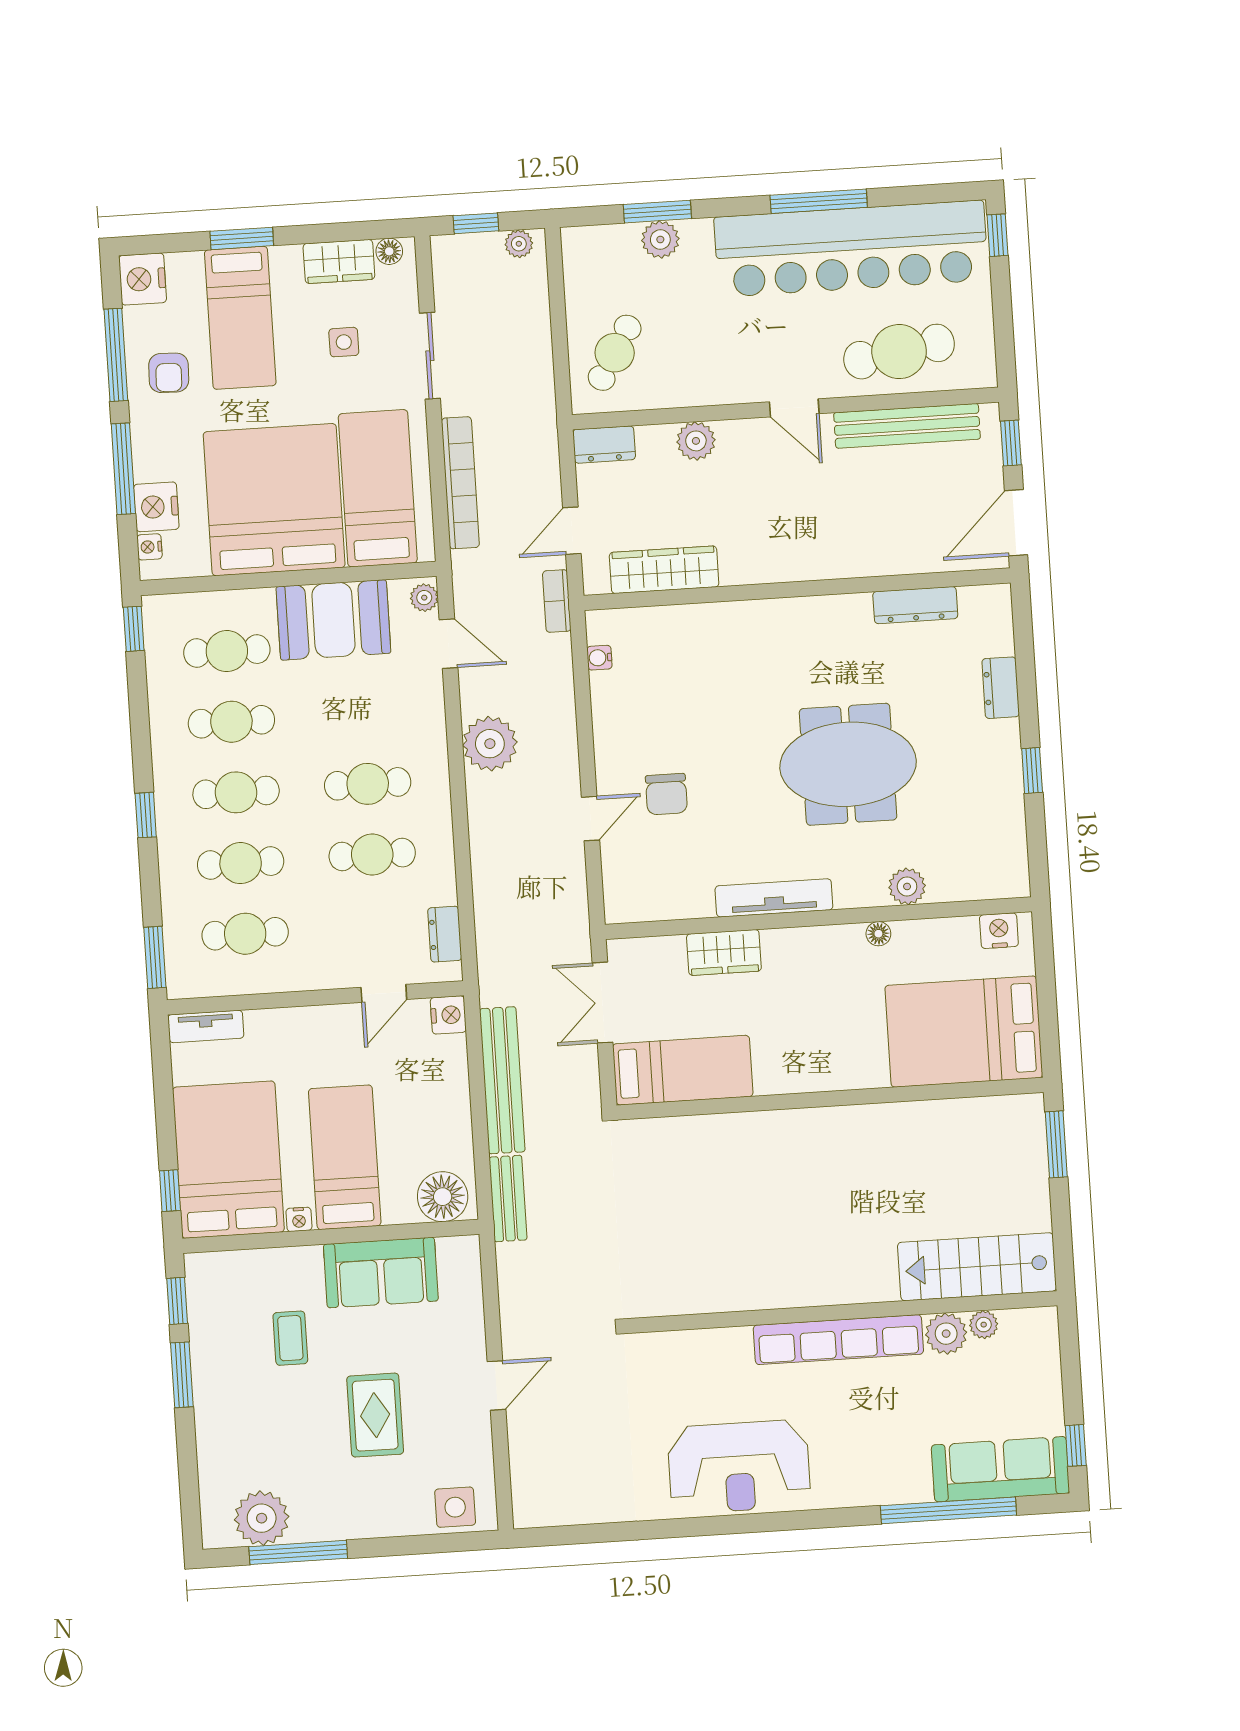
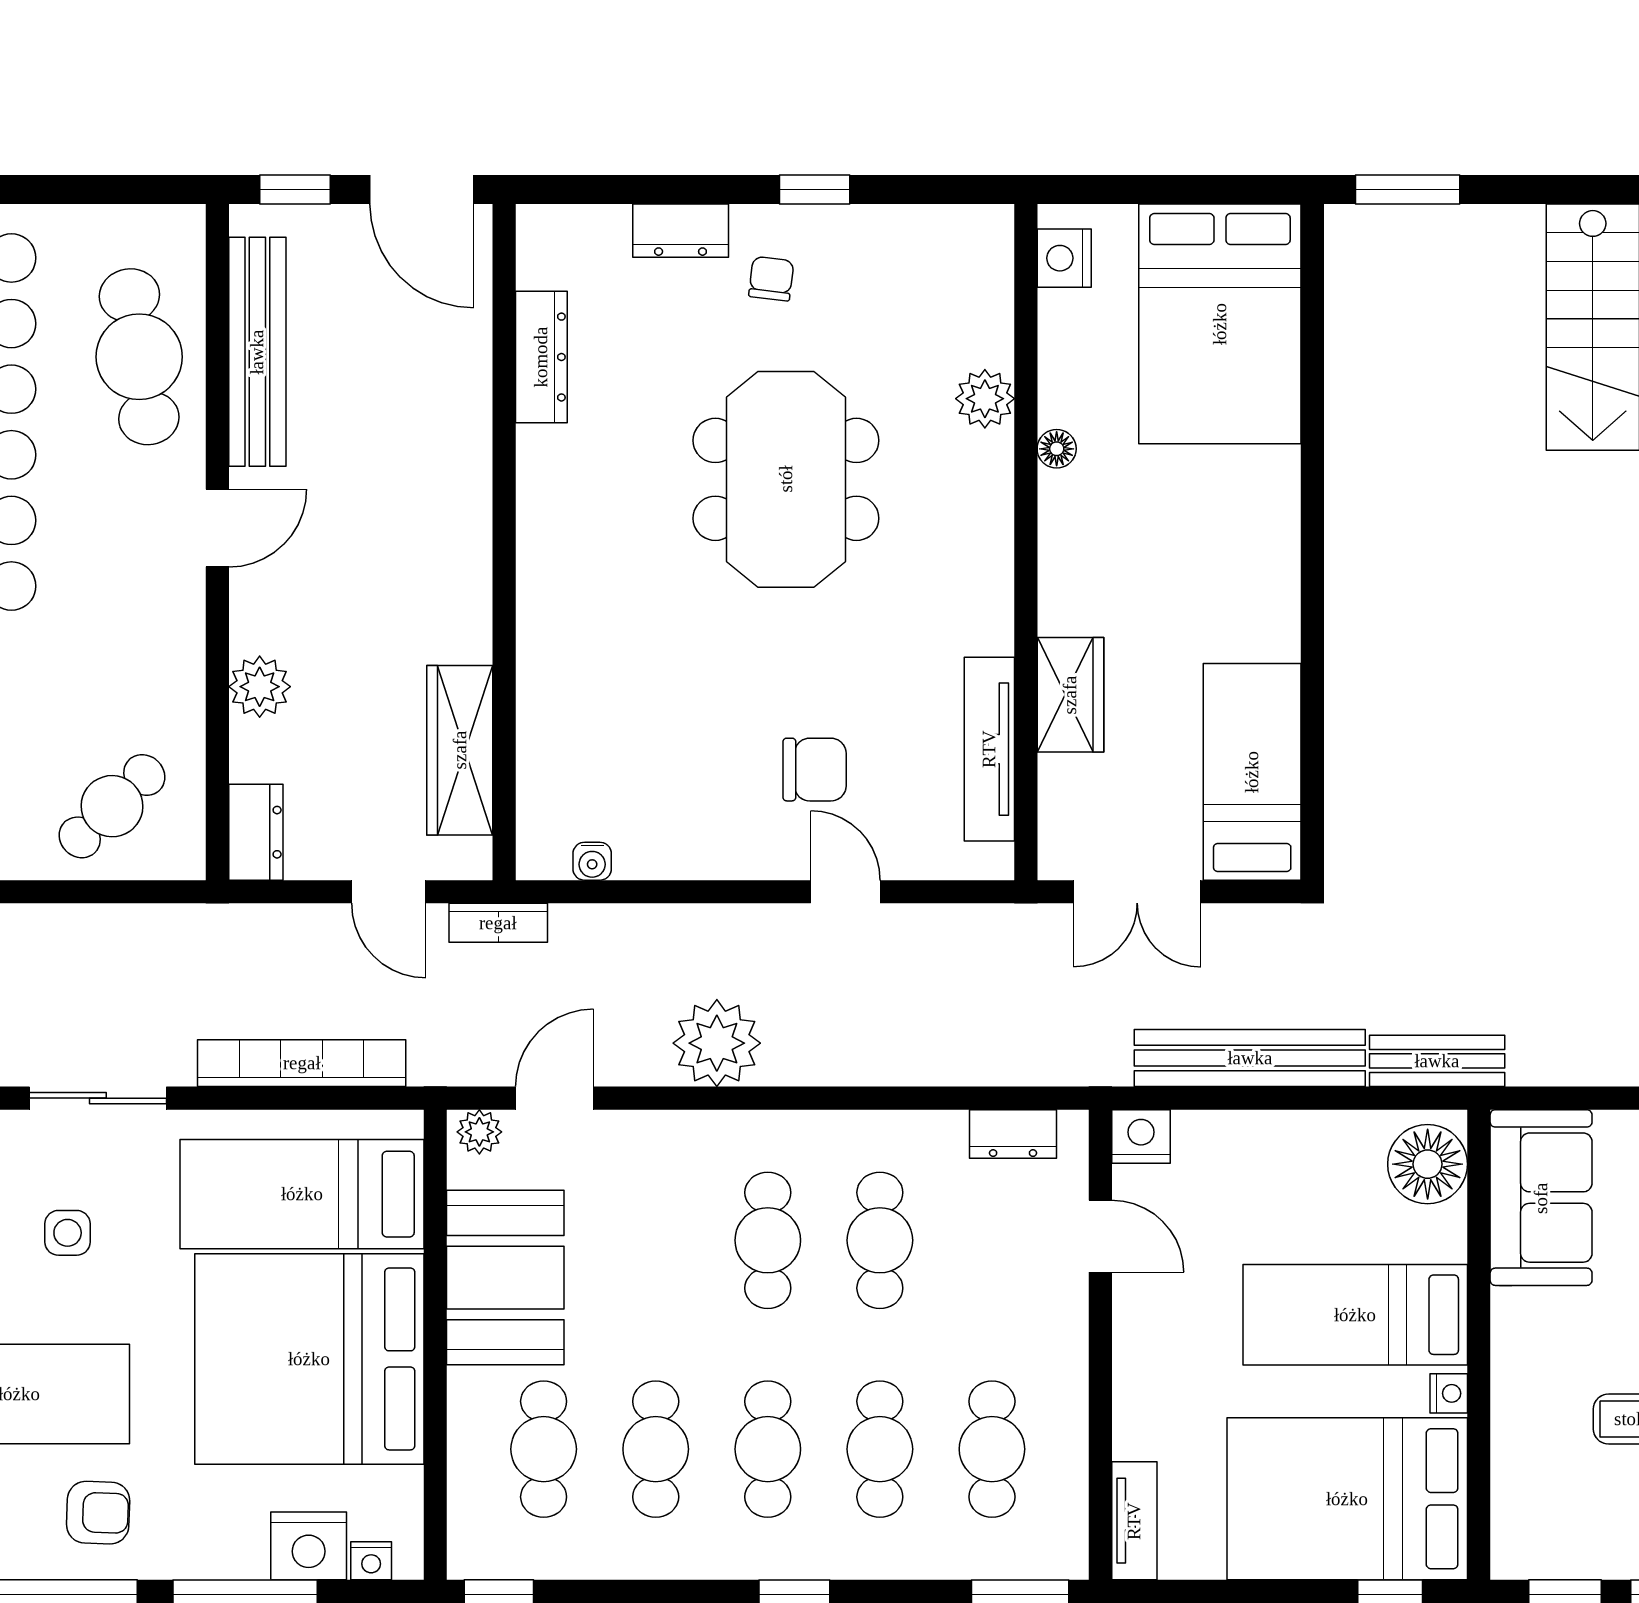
cafe table: (615, 353) -> (112, 806), turned -75
chair: (974, 747) -> (771, 279), added
tv unit: (774, 898) -> (989, 749), moved
sofa: (381, 1273) -> (1541, 1198), moved

